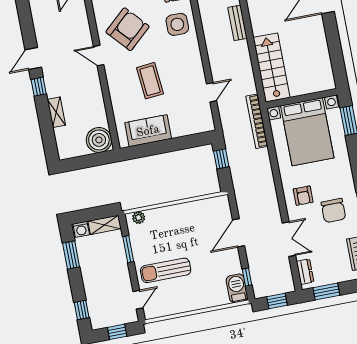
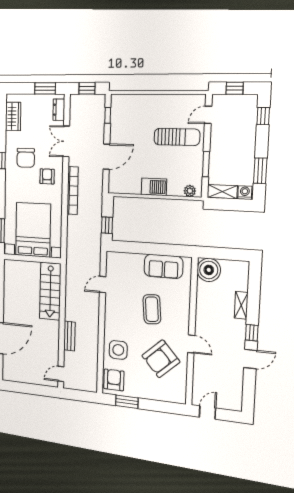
bookcase: (257, 121) -> (73, 191), moved
chair: (333, 210) -> (26, 158), turned 180
barbecue: (237, 288) -> (154, 187), moved, turned -90

